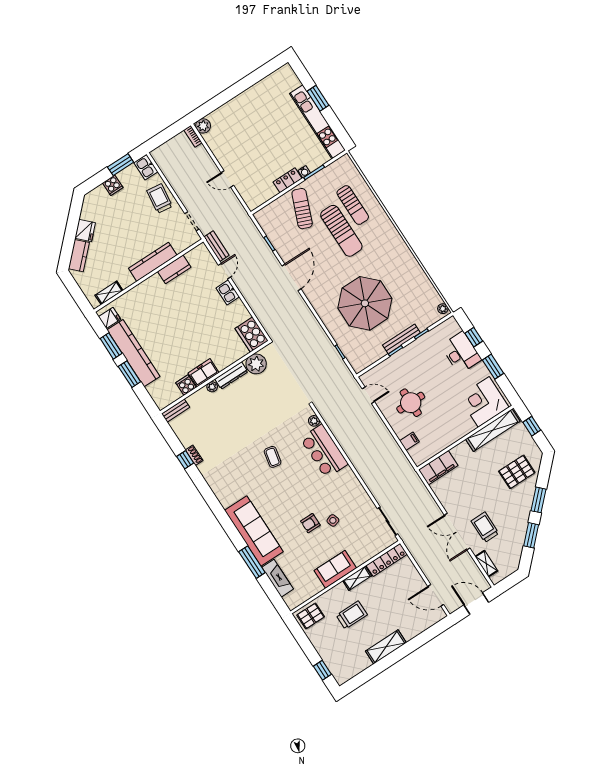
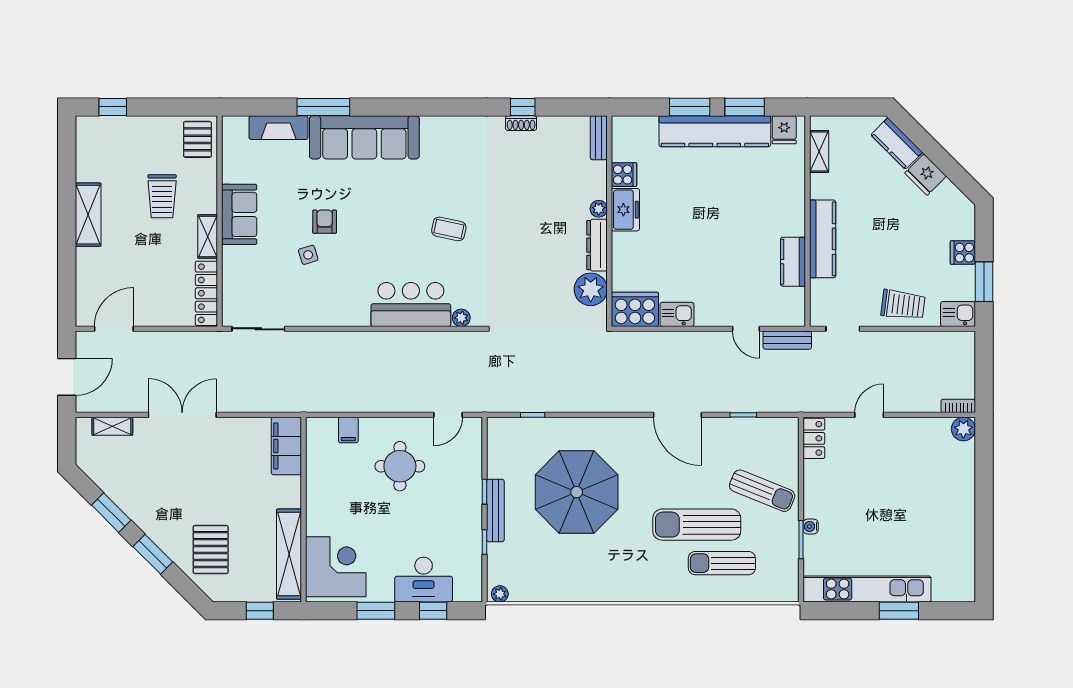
locker: (287, 180) -> (814, 438), moved
kitchen sink: (228, 292) -> (677, 314), moved
trolley: (485, 527) -> (163, 457), removed

